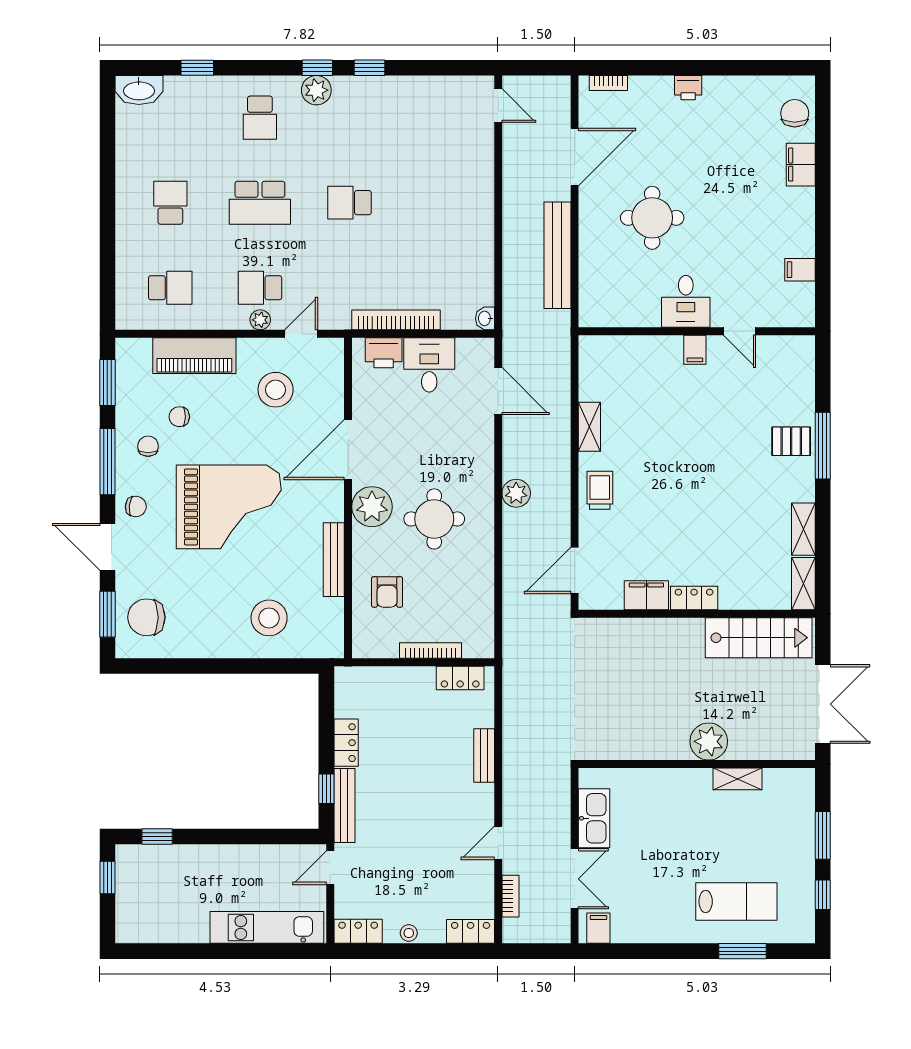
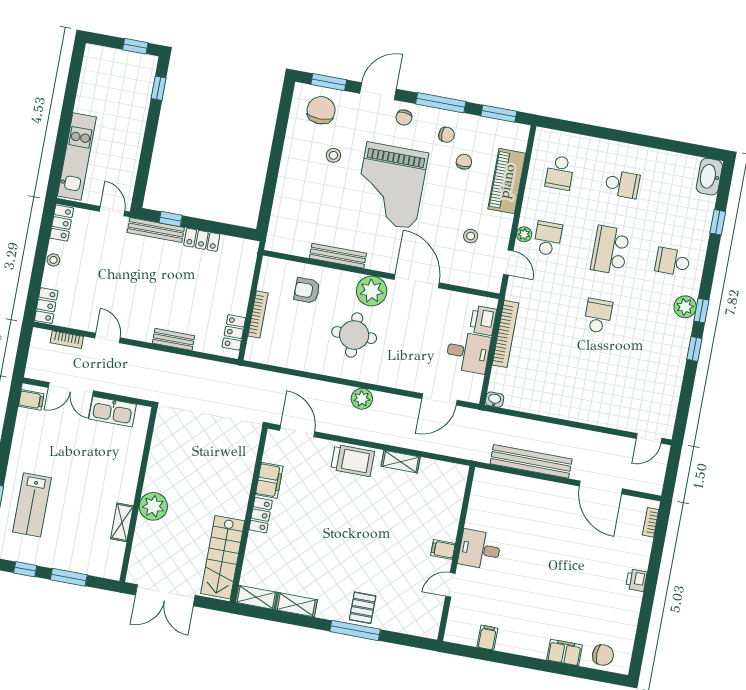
round table: (652, 218) -> (546, 536), removed
stool: (276, 390) -> (471, 236), width x0.53, depth x0.53
trolley: (600, 490) -> (353, 461), width x1.36, depth x1.39
stool: (269, 618) -> (333, 155), moved, width x0.53, depth x0.53

